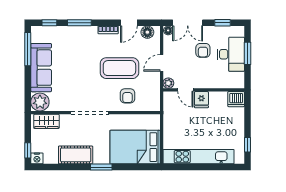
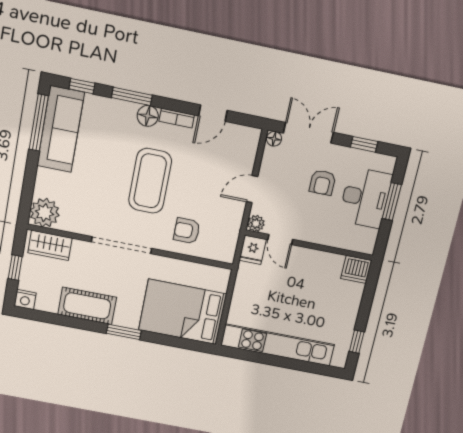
double door: (188, 23) -> (308, 133), swing flipped
floor lamp: (147, 32) -> (148, 116), moved
sofa: (41, 68) -> (61, 129), moved
coffee table: (119, 68) -> (150, 181), moved, turned 90
armchair: (127, 96) -> (187, 231), turned 90
fridge: (201, 100) -> (253, 250), moved
window: (28, 150) -> (15, 268), moved

